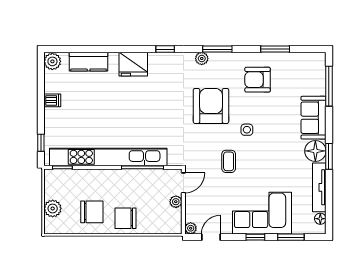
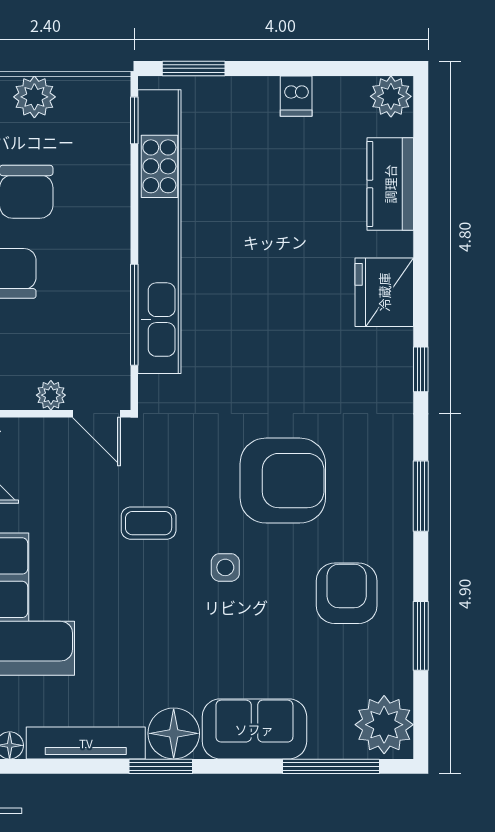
plant: (202, 58) -> (384, 725), moved, width x1.87, depth x1.87
window: (41, 143) -> (194, 68), width x1.50

